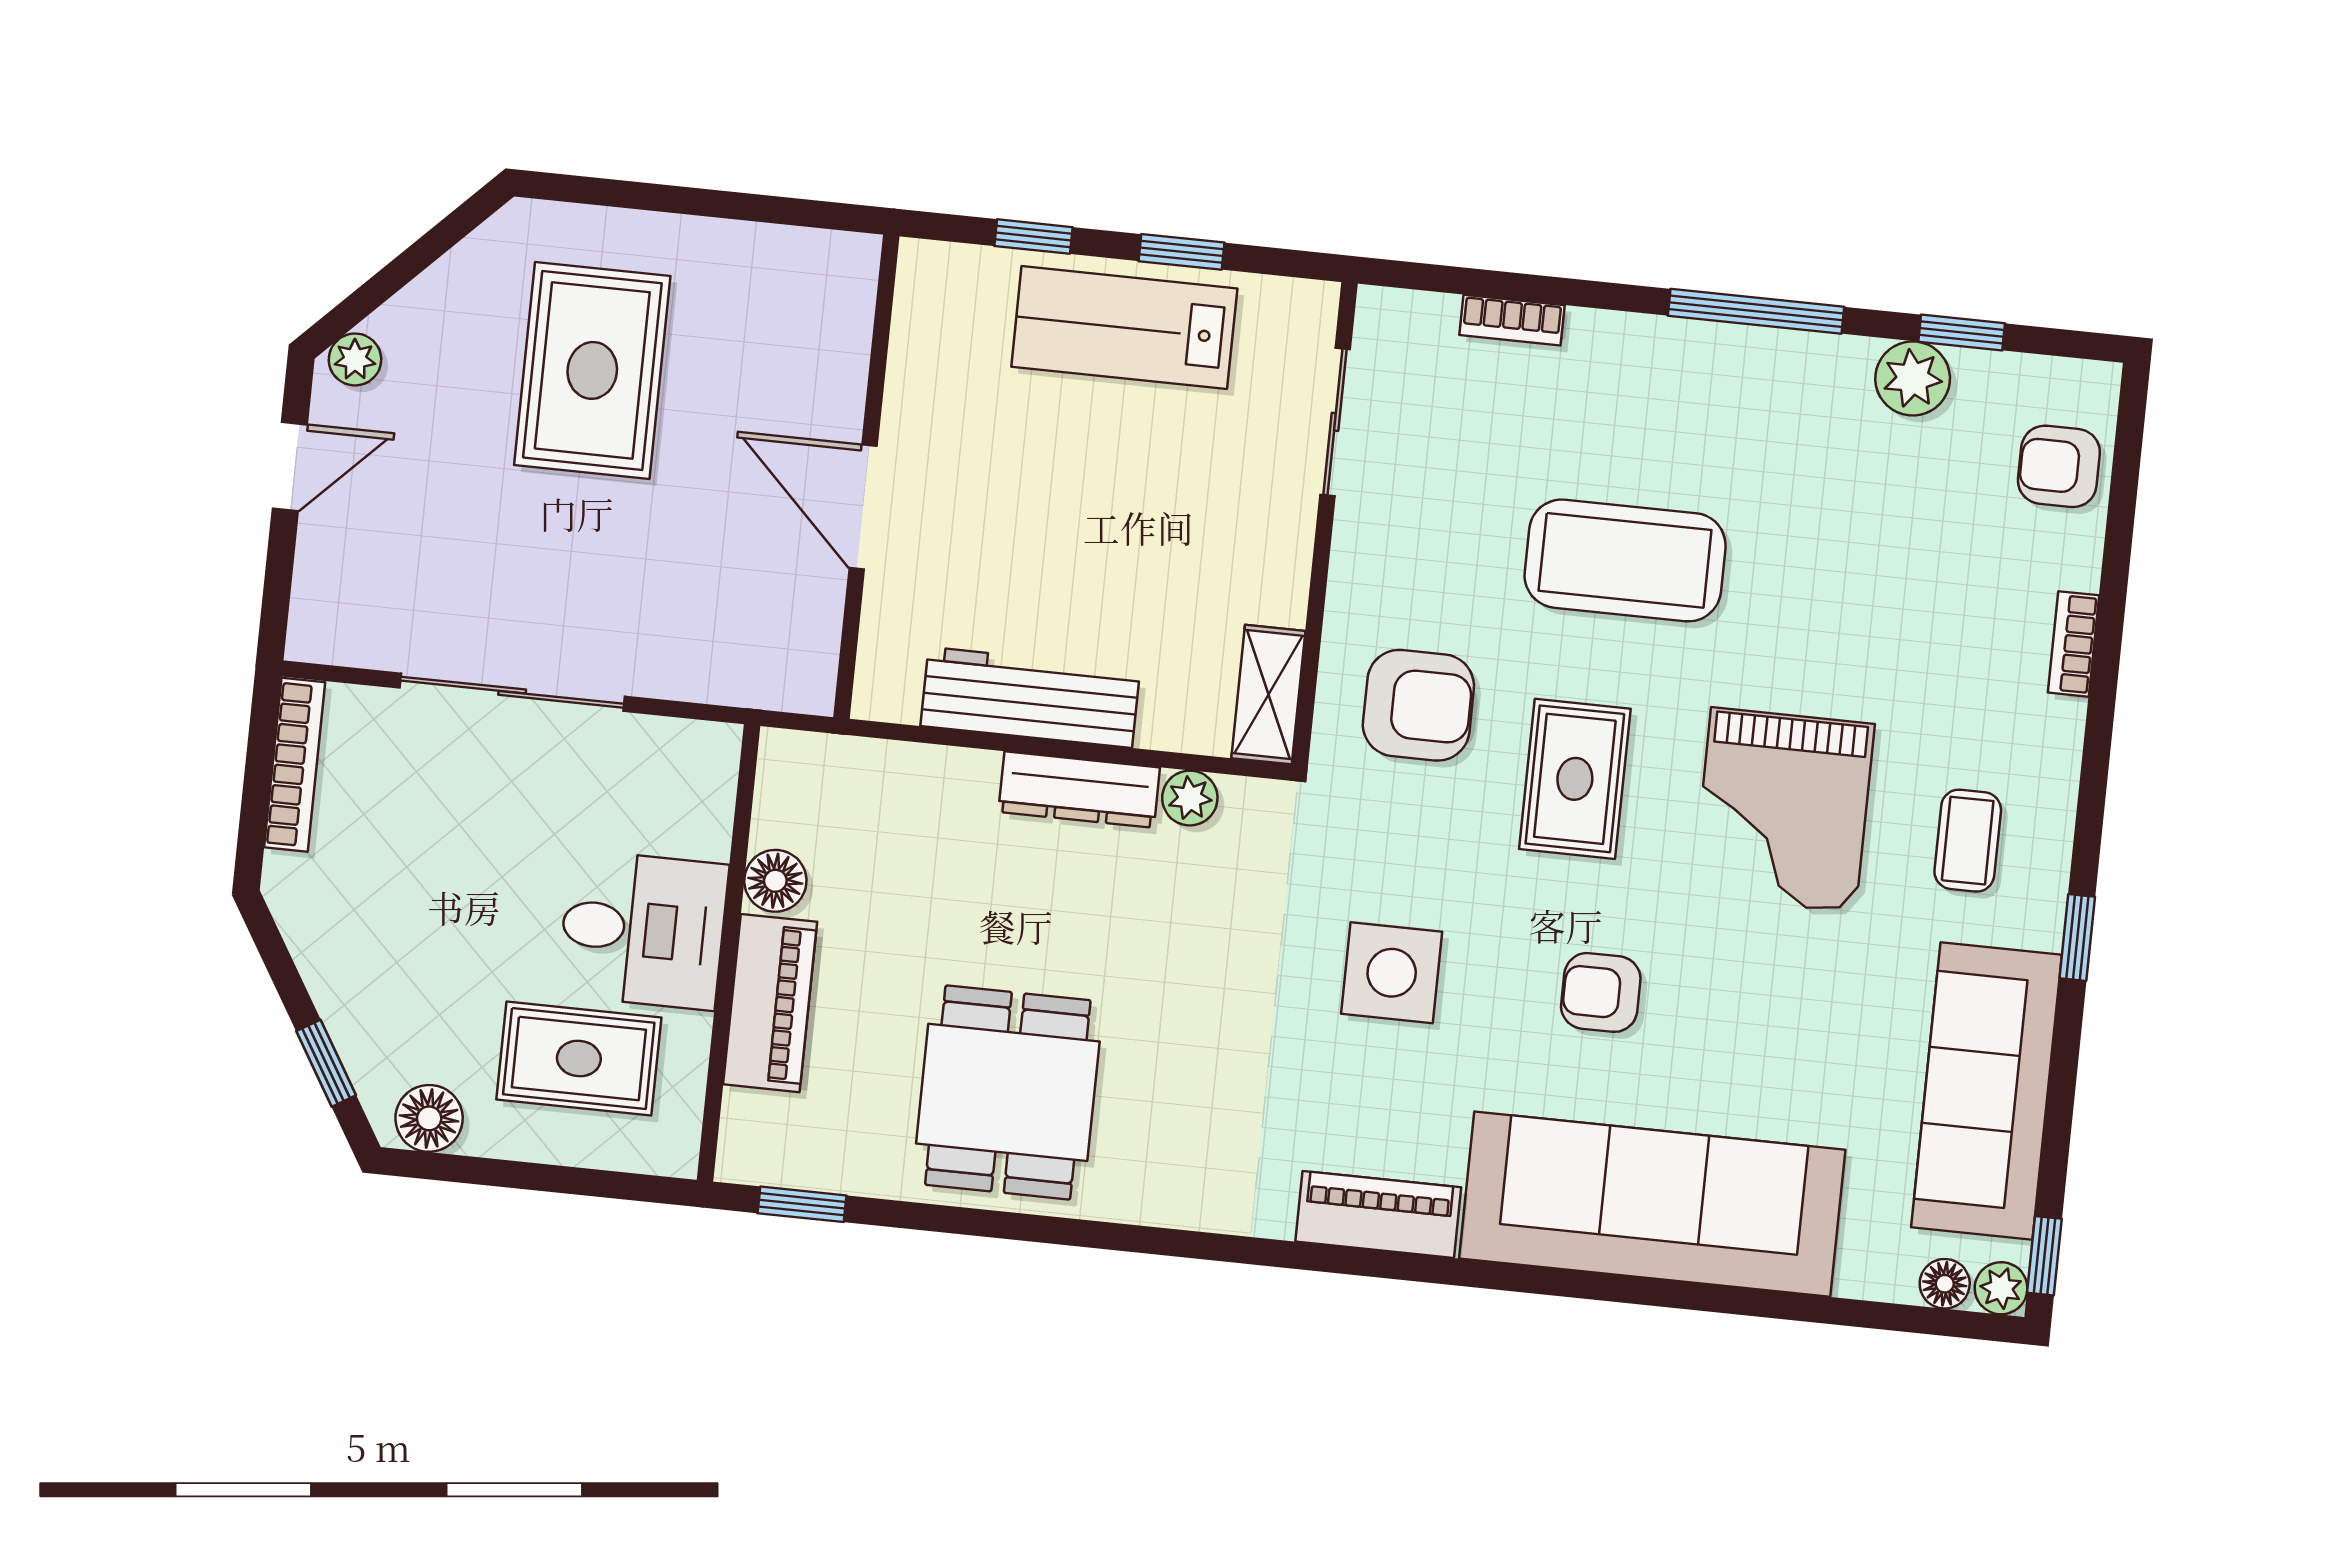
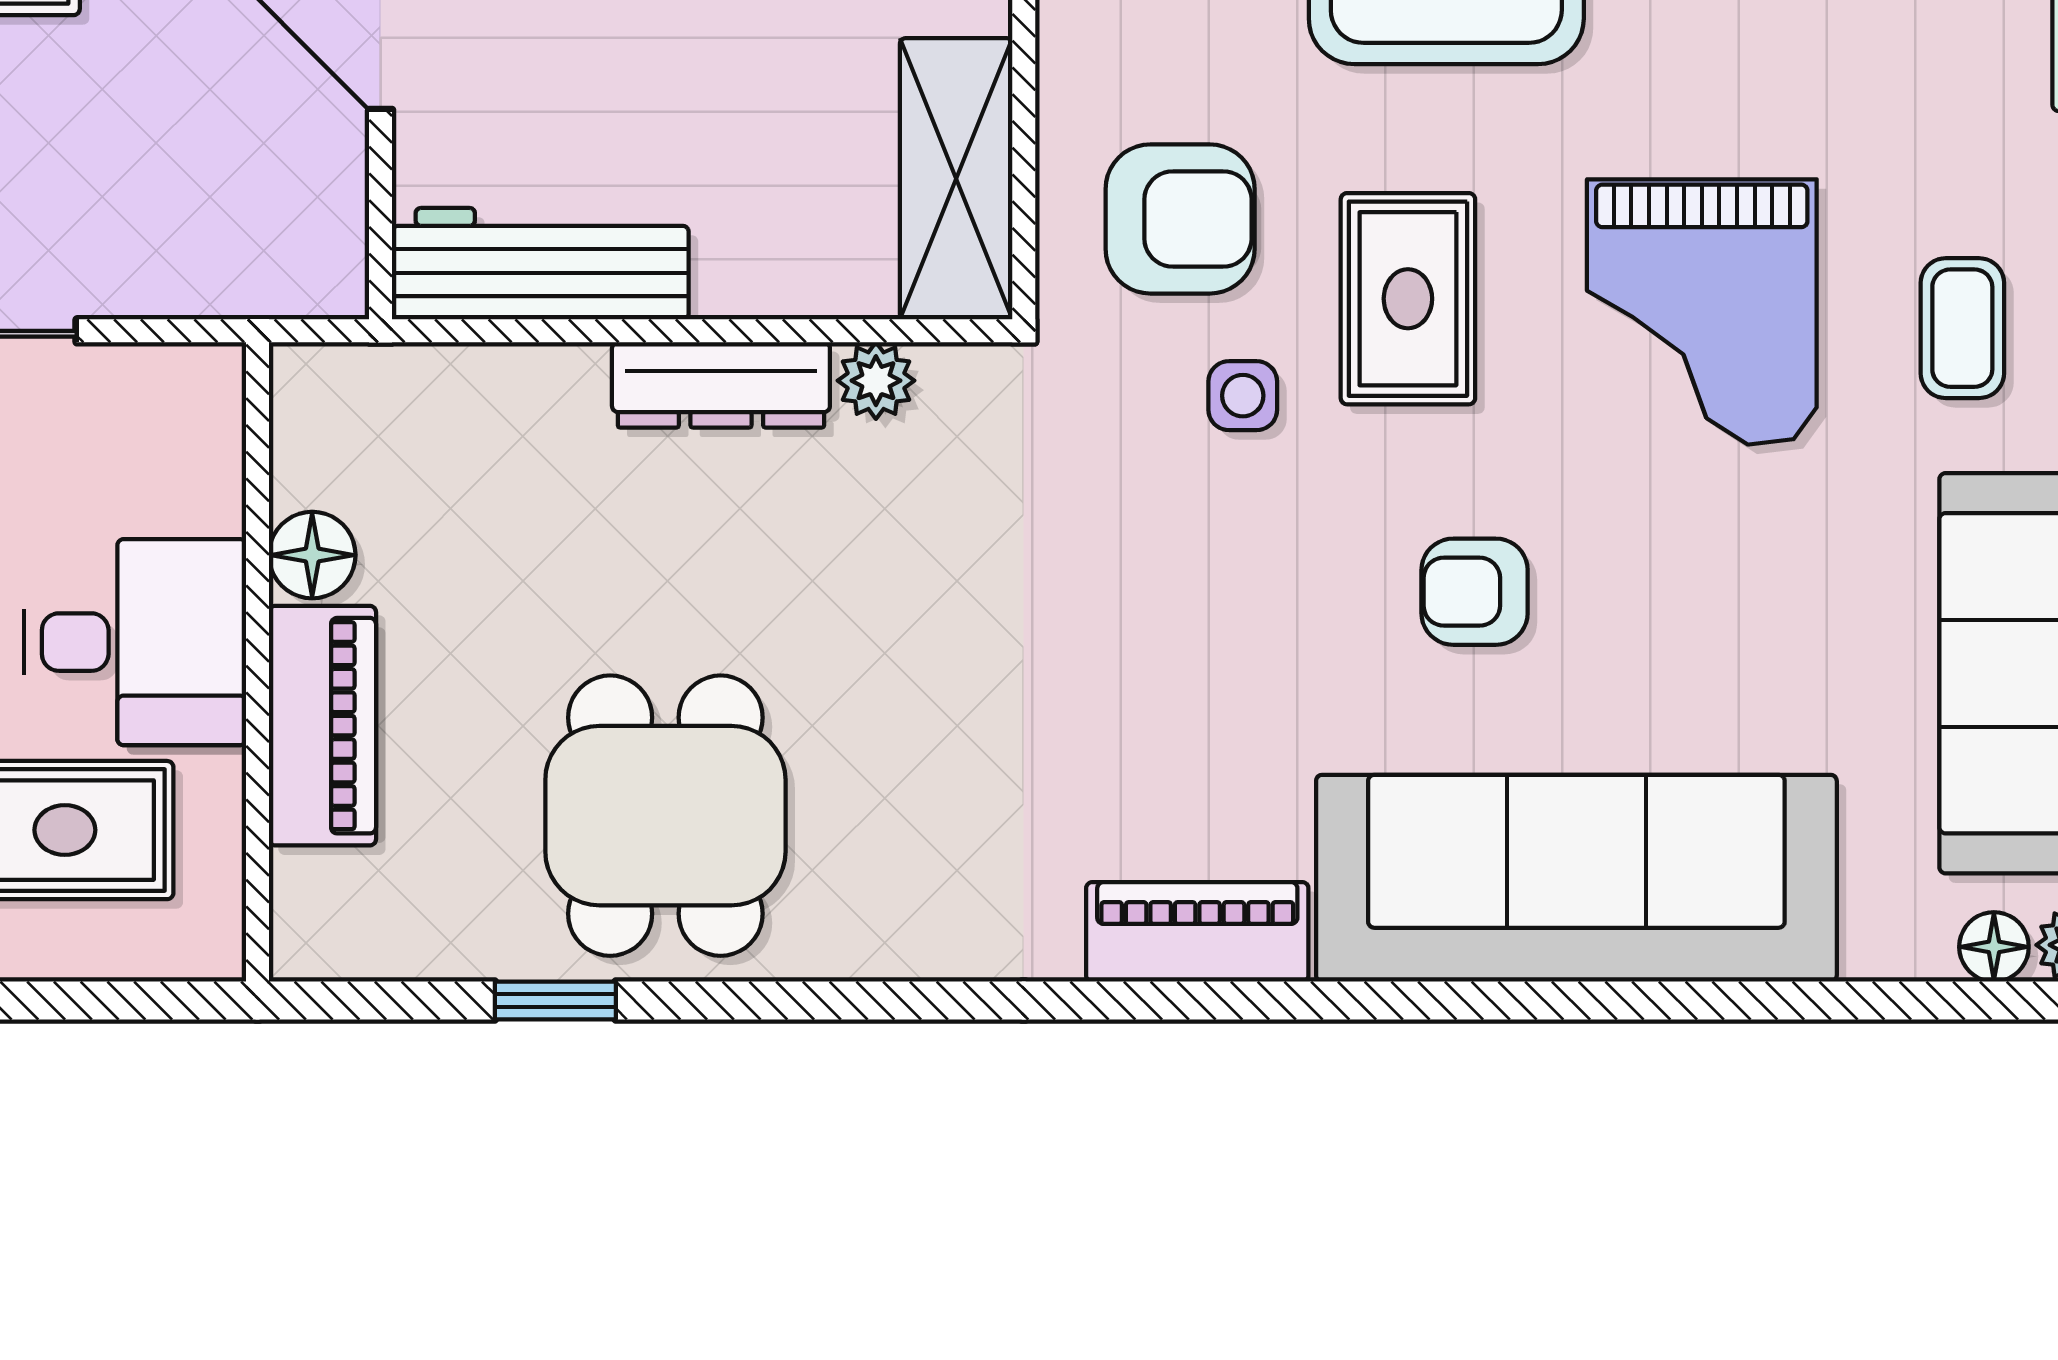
shelving: (1268, 695) -> (956, 179), width x1.50, depth x1.33
workbench: (1030, 697) -> (540, 264), moved
side table: (1392, 973) -> (1243, 396), moved, width x0.54, depth x0.54
window: (802, 1204) -> (555, 1000), moved

